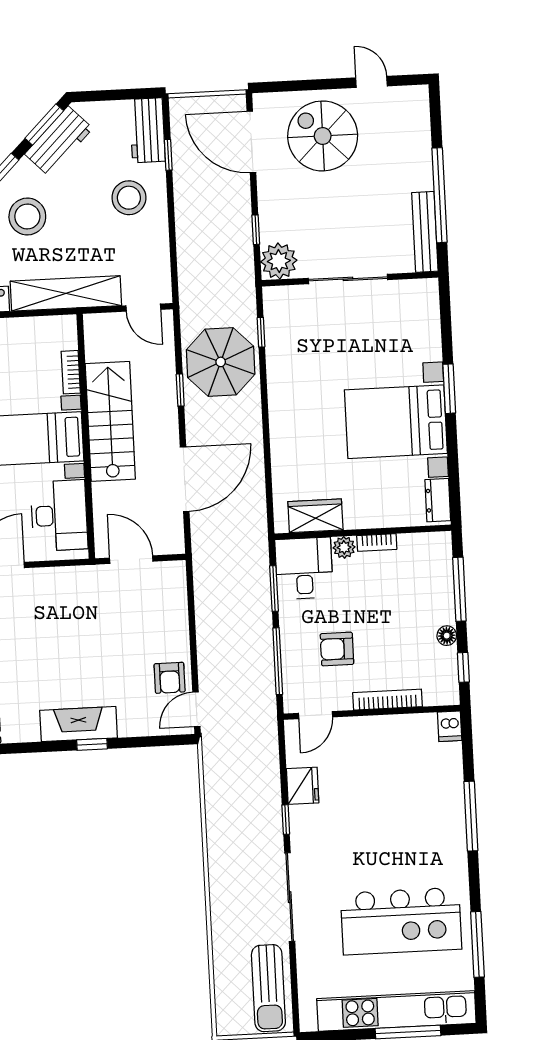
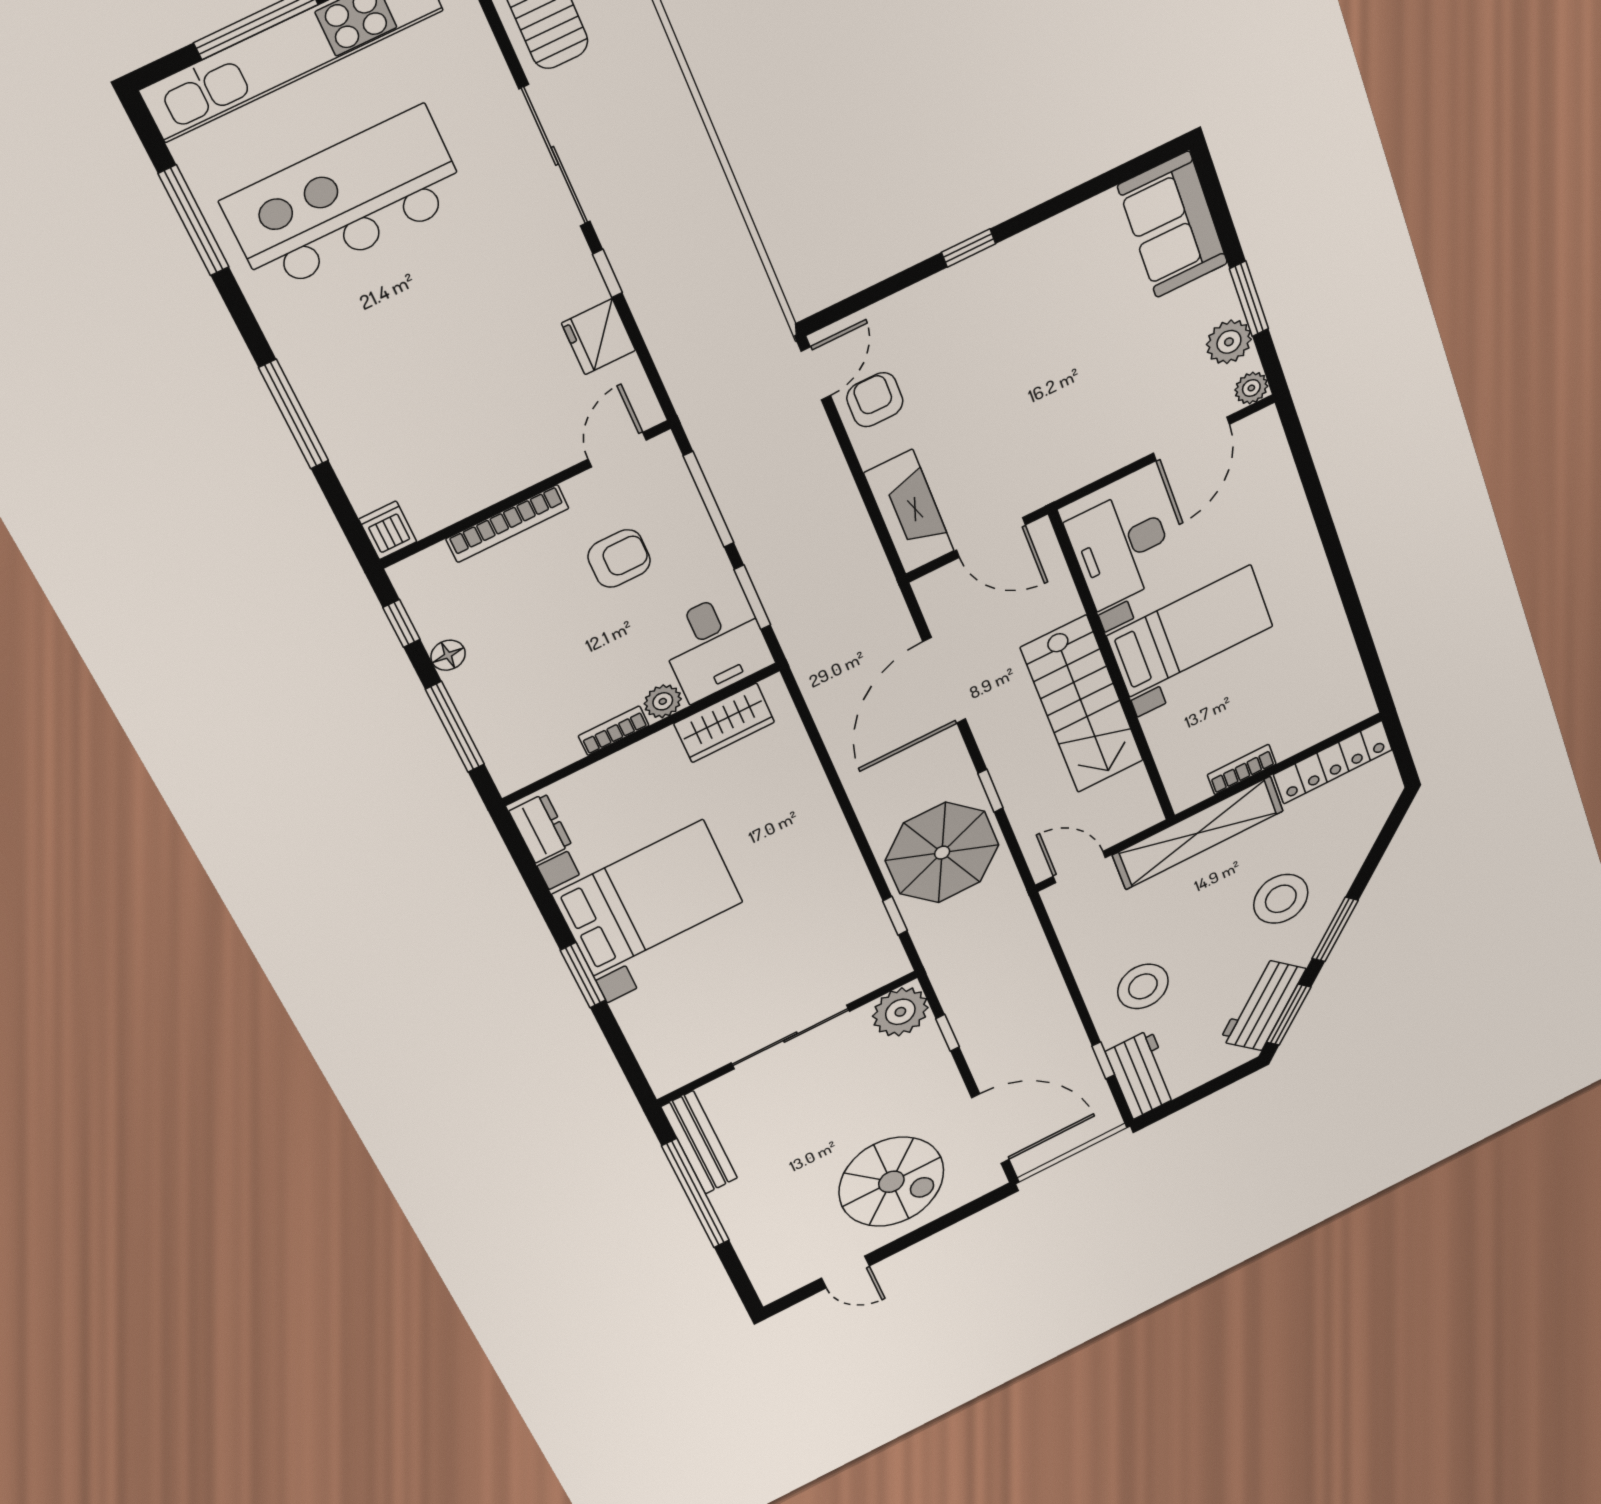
bookcase: (71, 372) -> (1242, 769), moved, turned -90
fireplace: (79, 724) -> (909, 512), moved, turned -90

